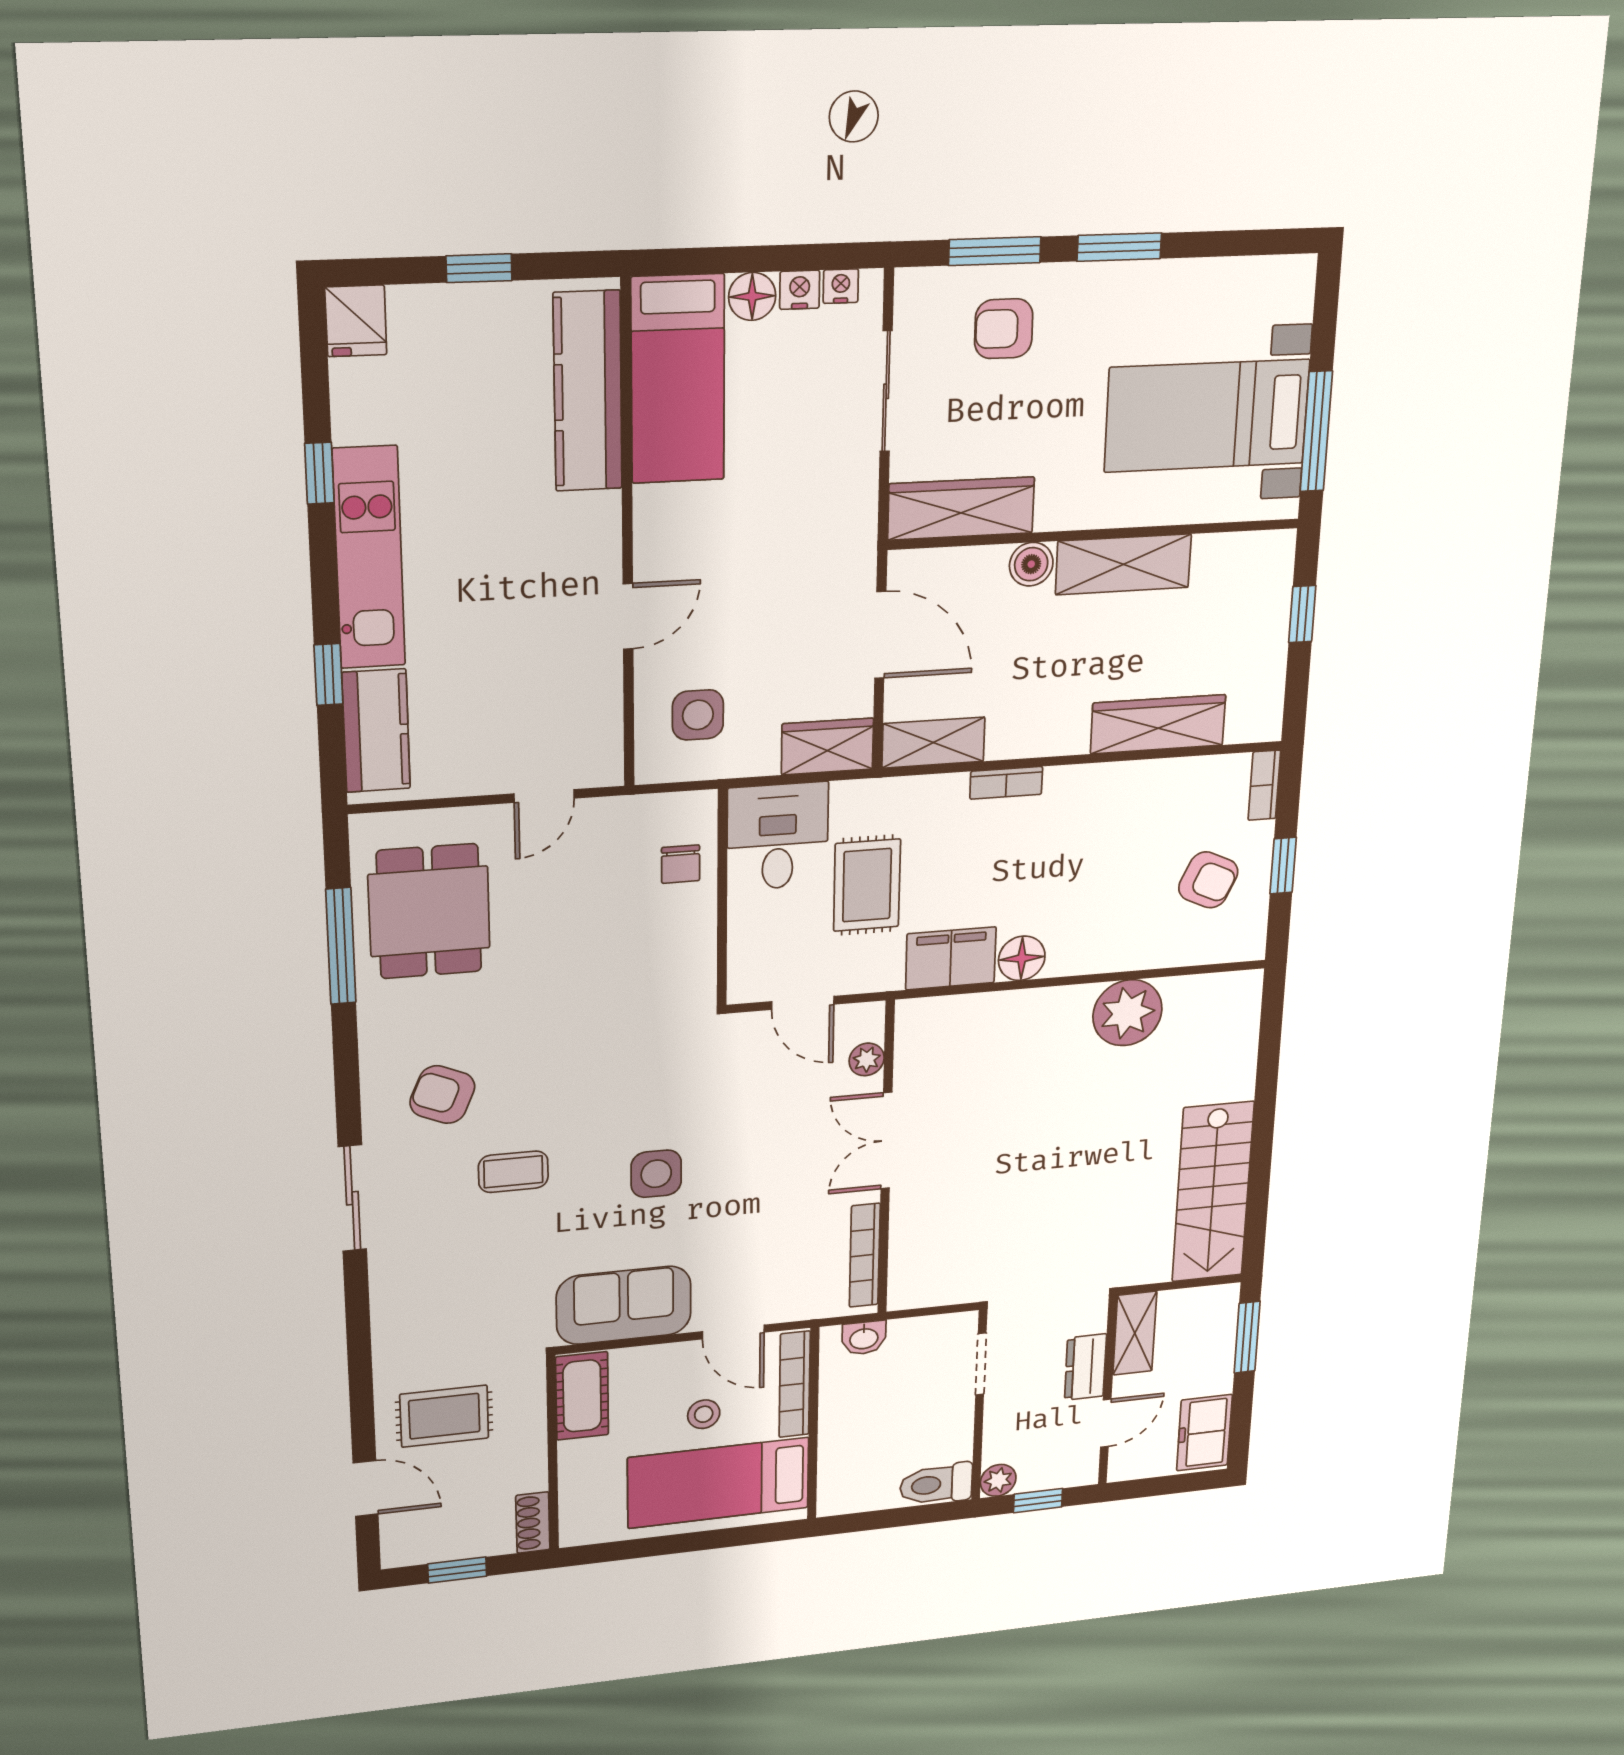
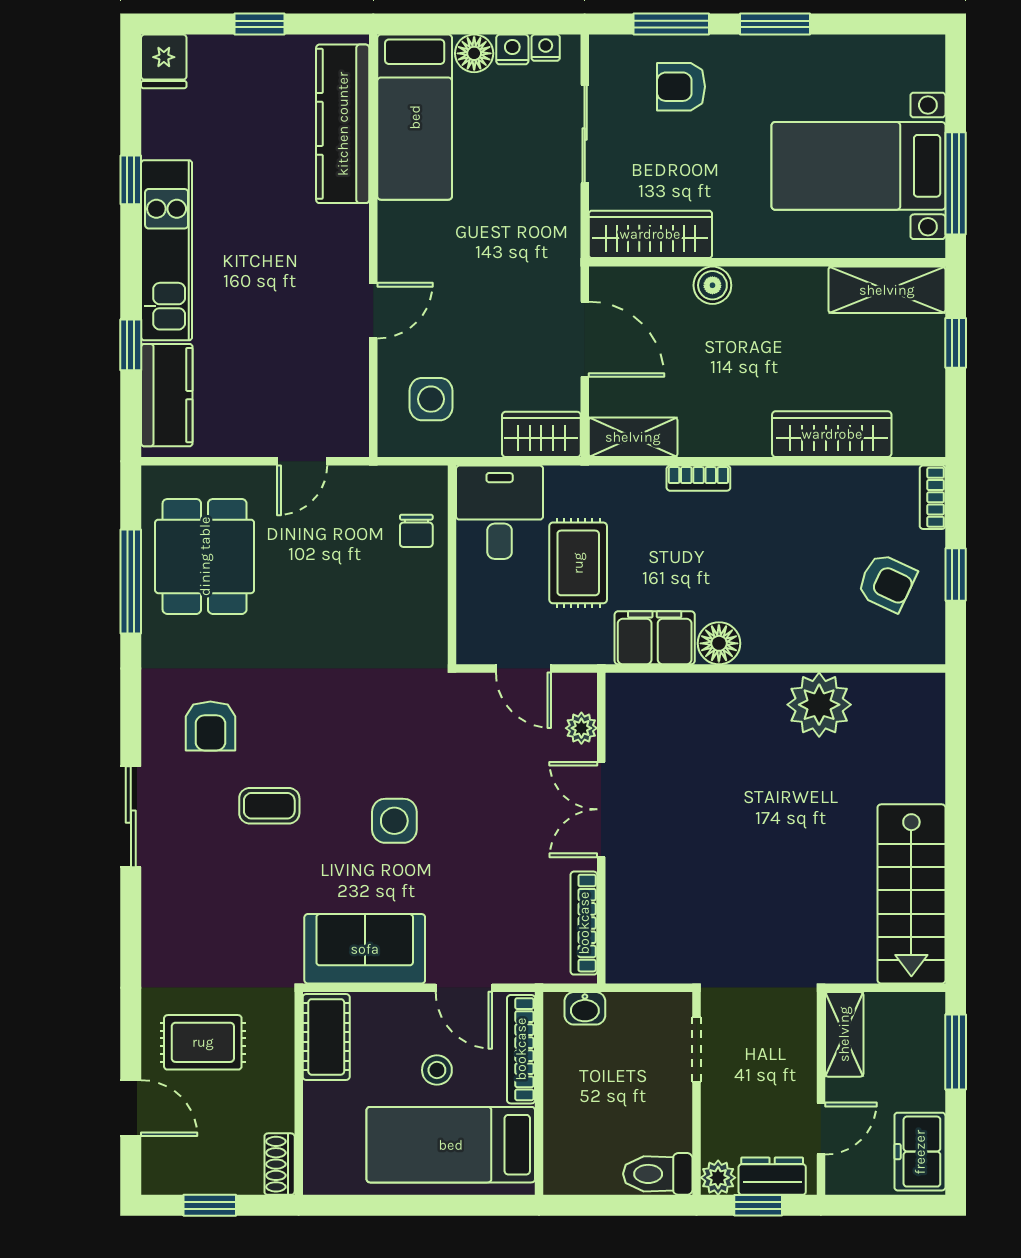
shelving: (1123, 564) -> (887, 290), moved
armchair: (442, 1095) -> (210, 726), turned -113
dresser: (1085, 1367) -> (772, 1176), moved, turned 90

